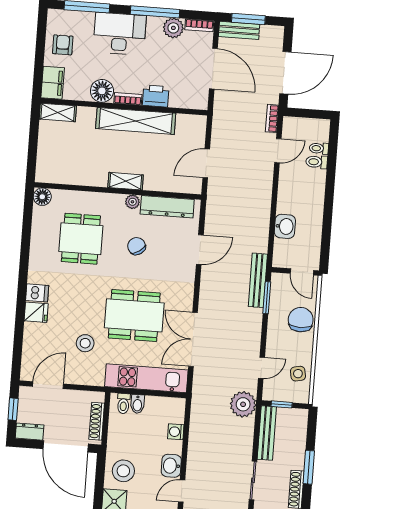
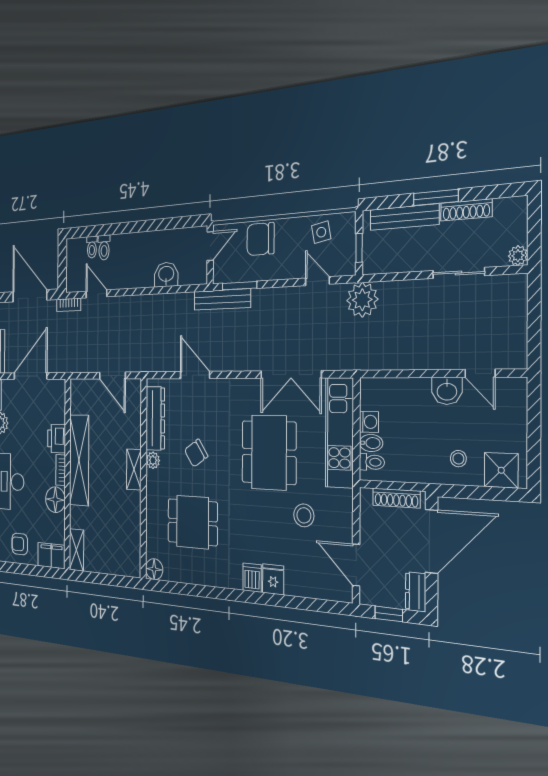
washing machine: (176, 432) -> (369, 422), moved, turned -90
bench: (267, 433) -> (404, 217), moved
stool: (123, 471) -> (458, 459), width x0.53, depth x0.53

